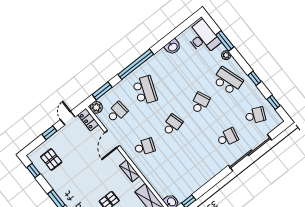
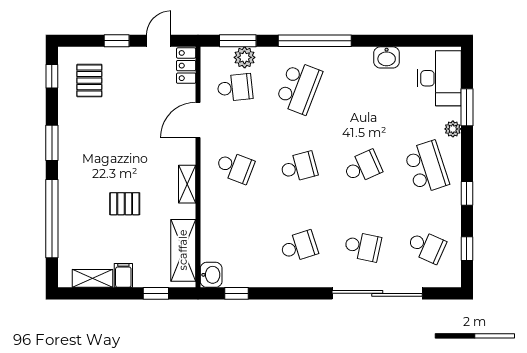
plant: (96, 107) -> (245, 57), moved
school desk: (200, 159) -> (299, 247), added

